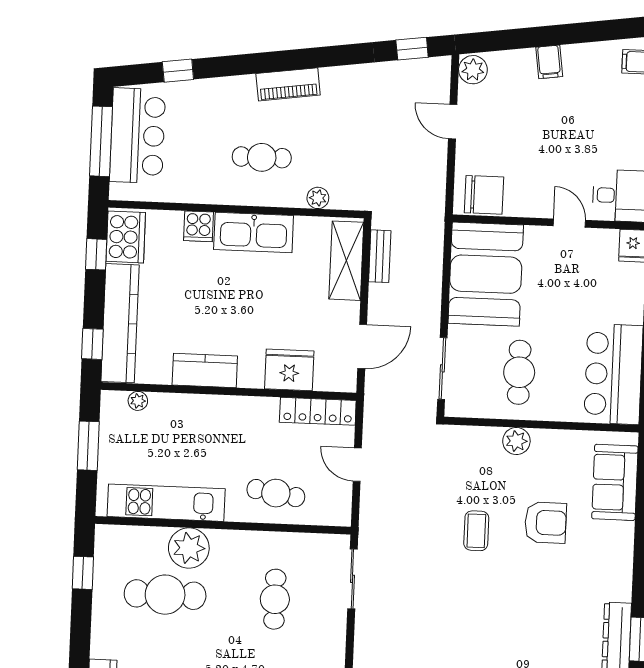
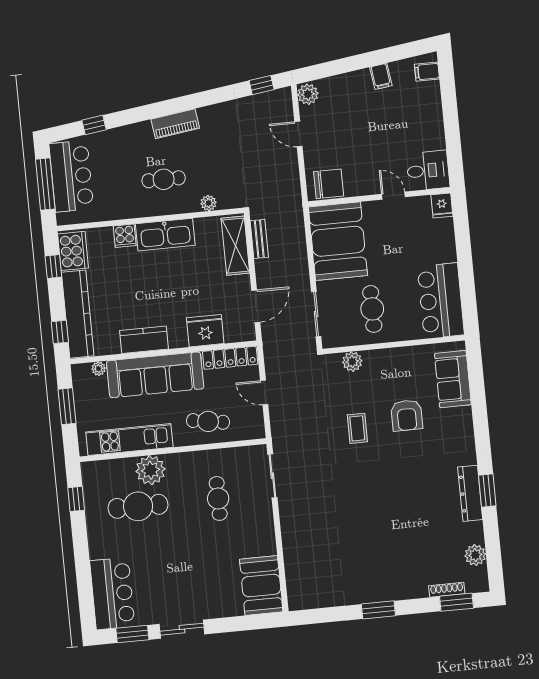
filing cabinet: (549, 62) -> (381, 76), moved
sofa: (213, 420) -> (155, 375), added
plant: (516, 441) -> (352, 362), moved
armchair: (545, 523) -> (407, 415), turned 90

